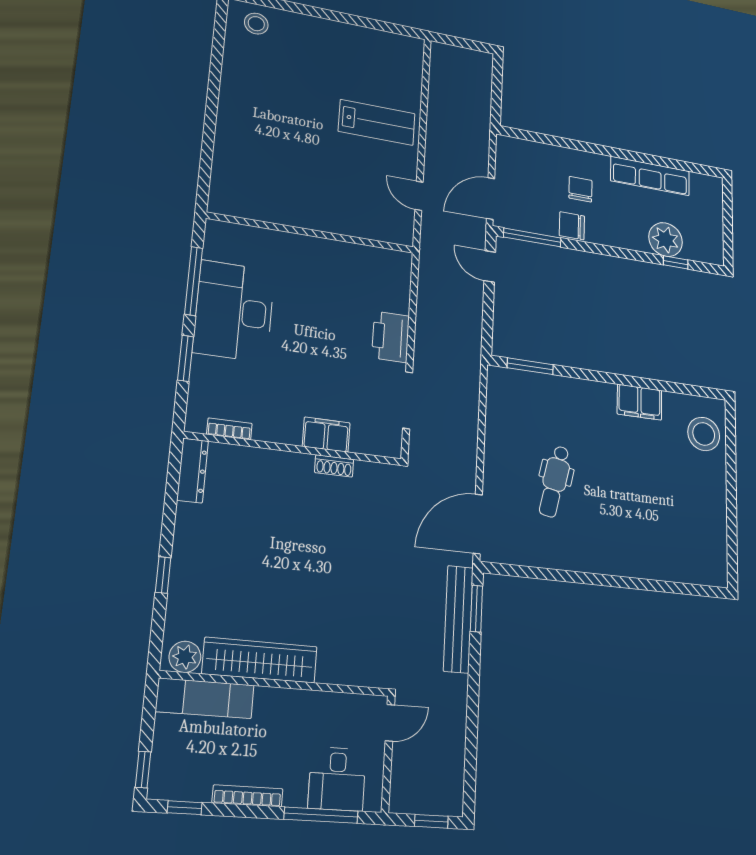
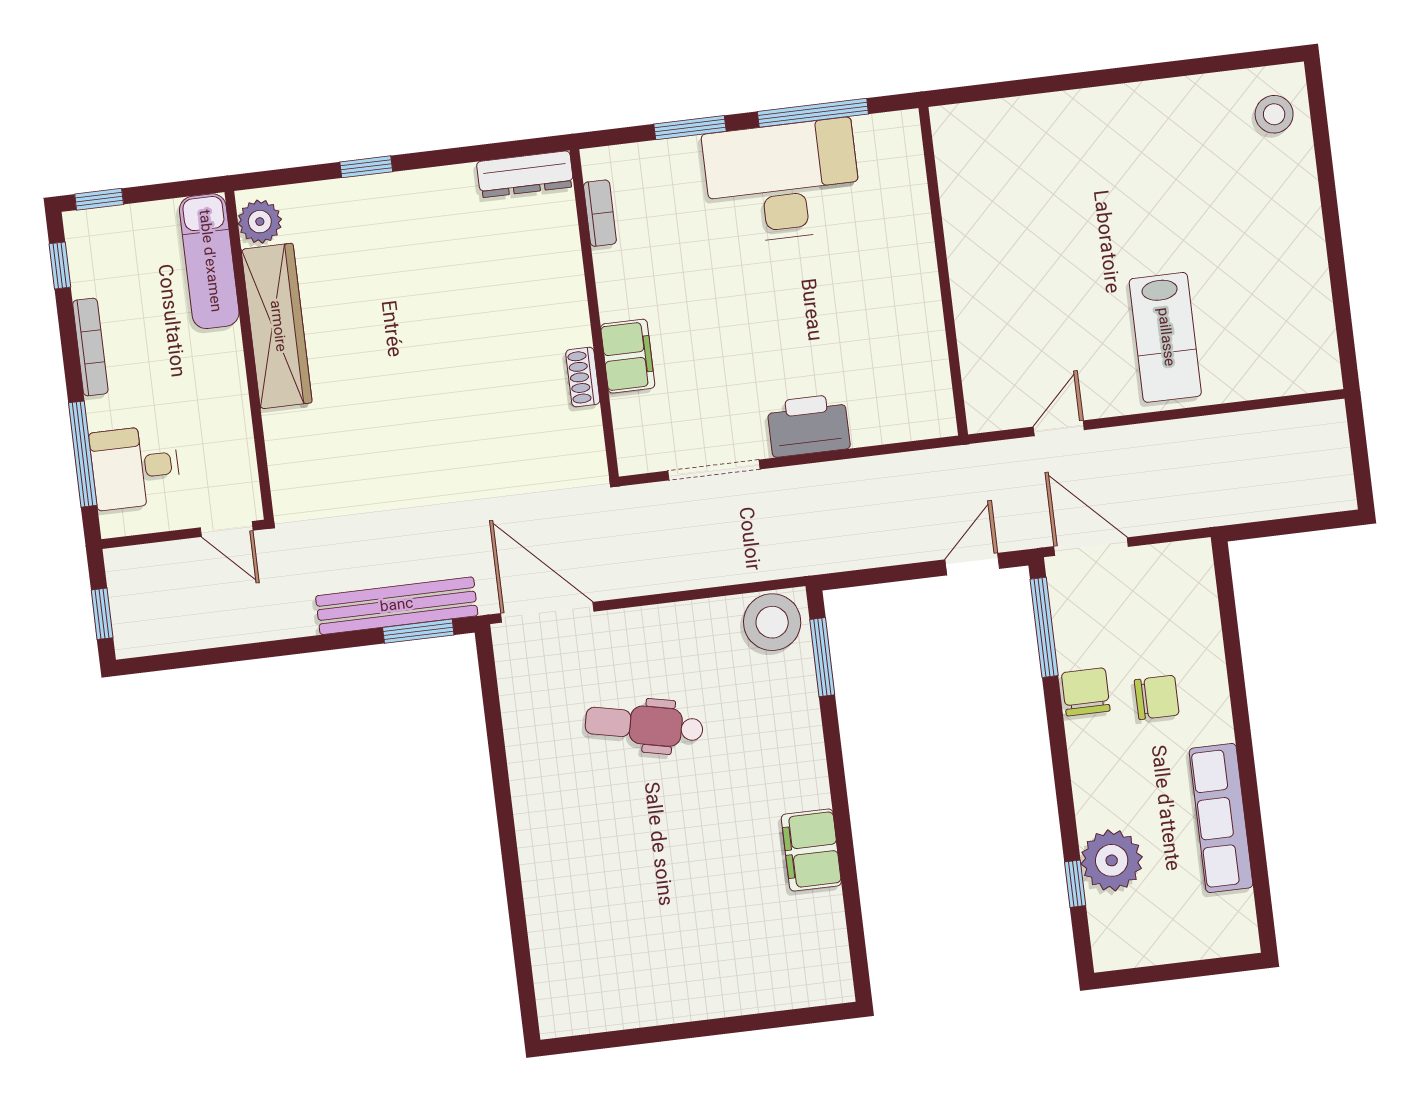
stool: (704, 434) -> (772, 622), moved

